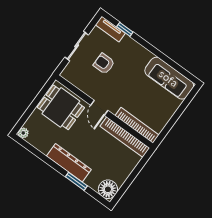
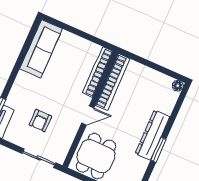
sliding door: (77, 46) -> (39, 158), moved
window: (76, 181) -> (158, 150), moved
floor lamp: (108, 189) -> (178, 86), width x0.53, depth x0.53

